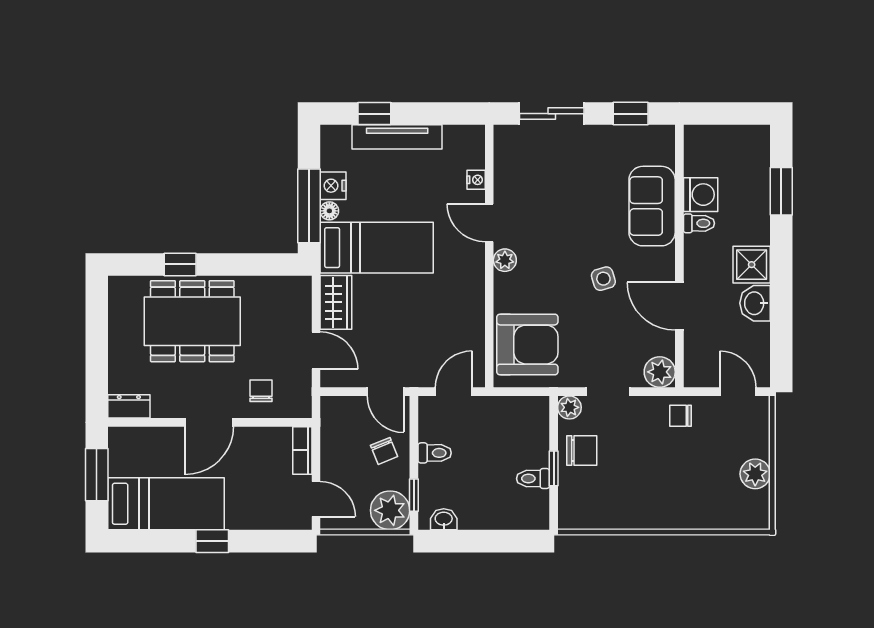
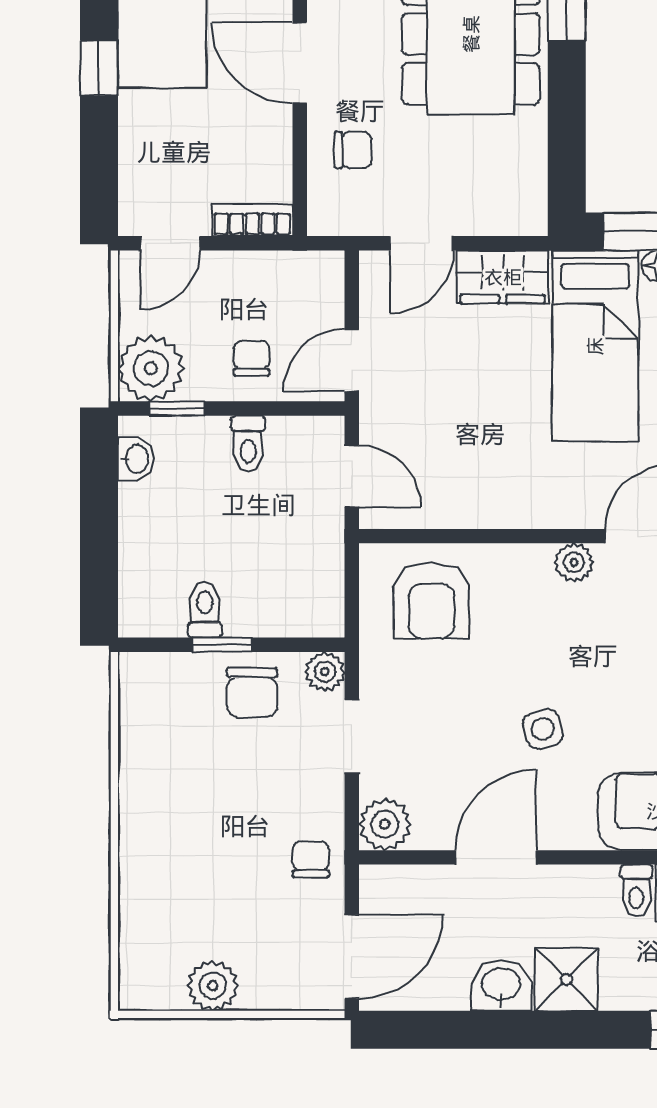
armchair: (527, 345) -> (431, 600), width x0.73, depth x0.73
door: (738, 392) -> (352, 957), width x1.38
chair: (384, 451) -> (251, 358), turned 112

